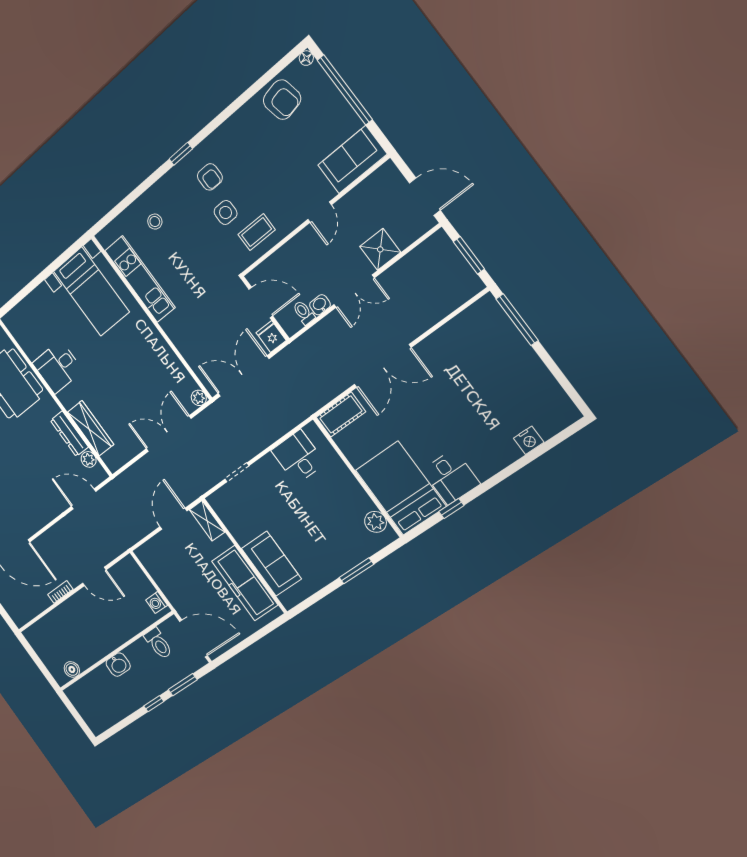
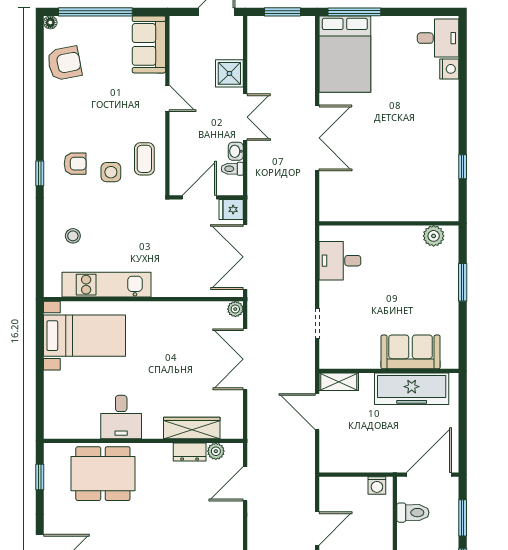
cot: (341, 415) -> (331, 200), removed
dresser: (69, 434) -> (190, 452), width x0.70
desk: (451, 477) -> (438, 38), moved
bed: (401, 488) -> (345, 54), moved, turned -90

